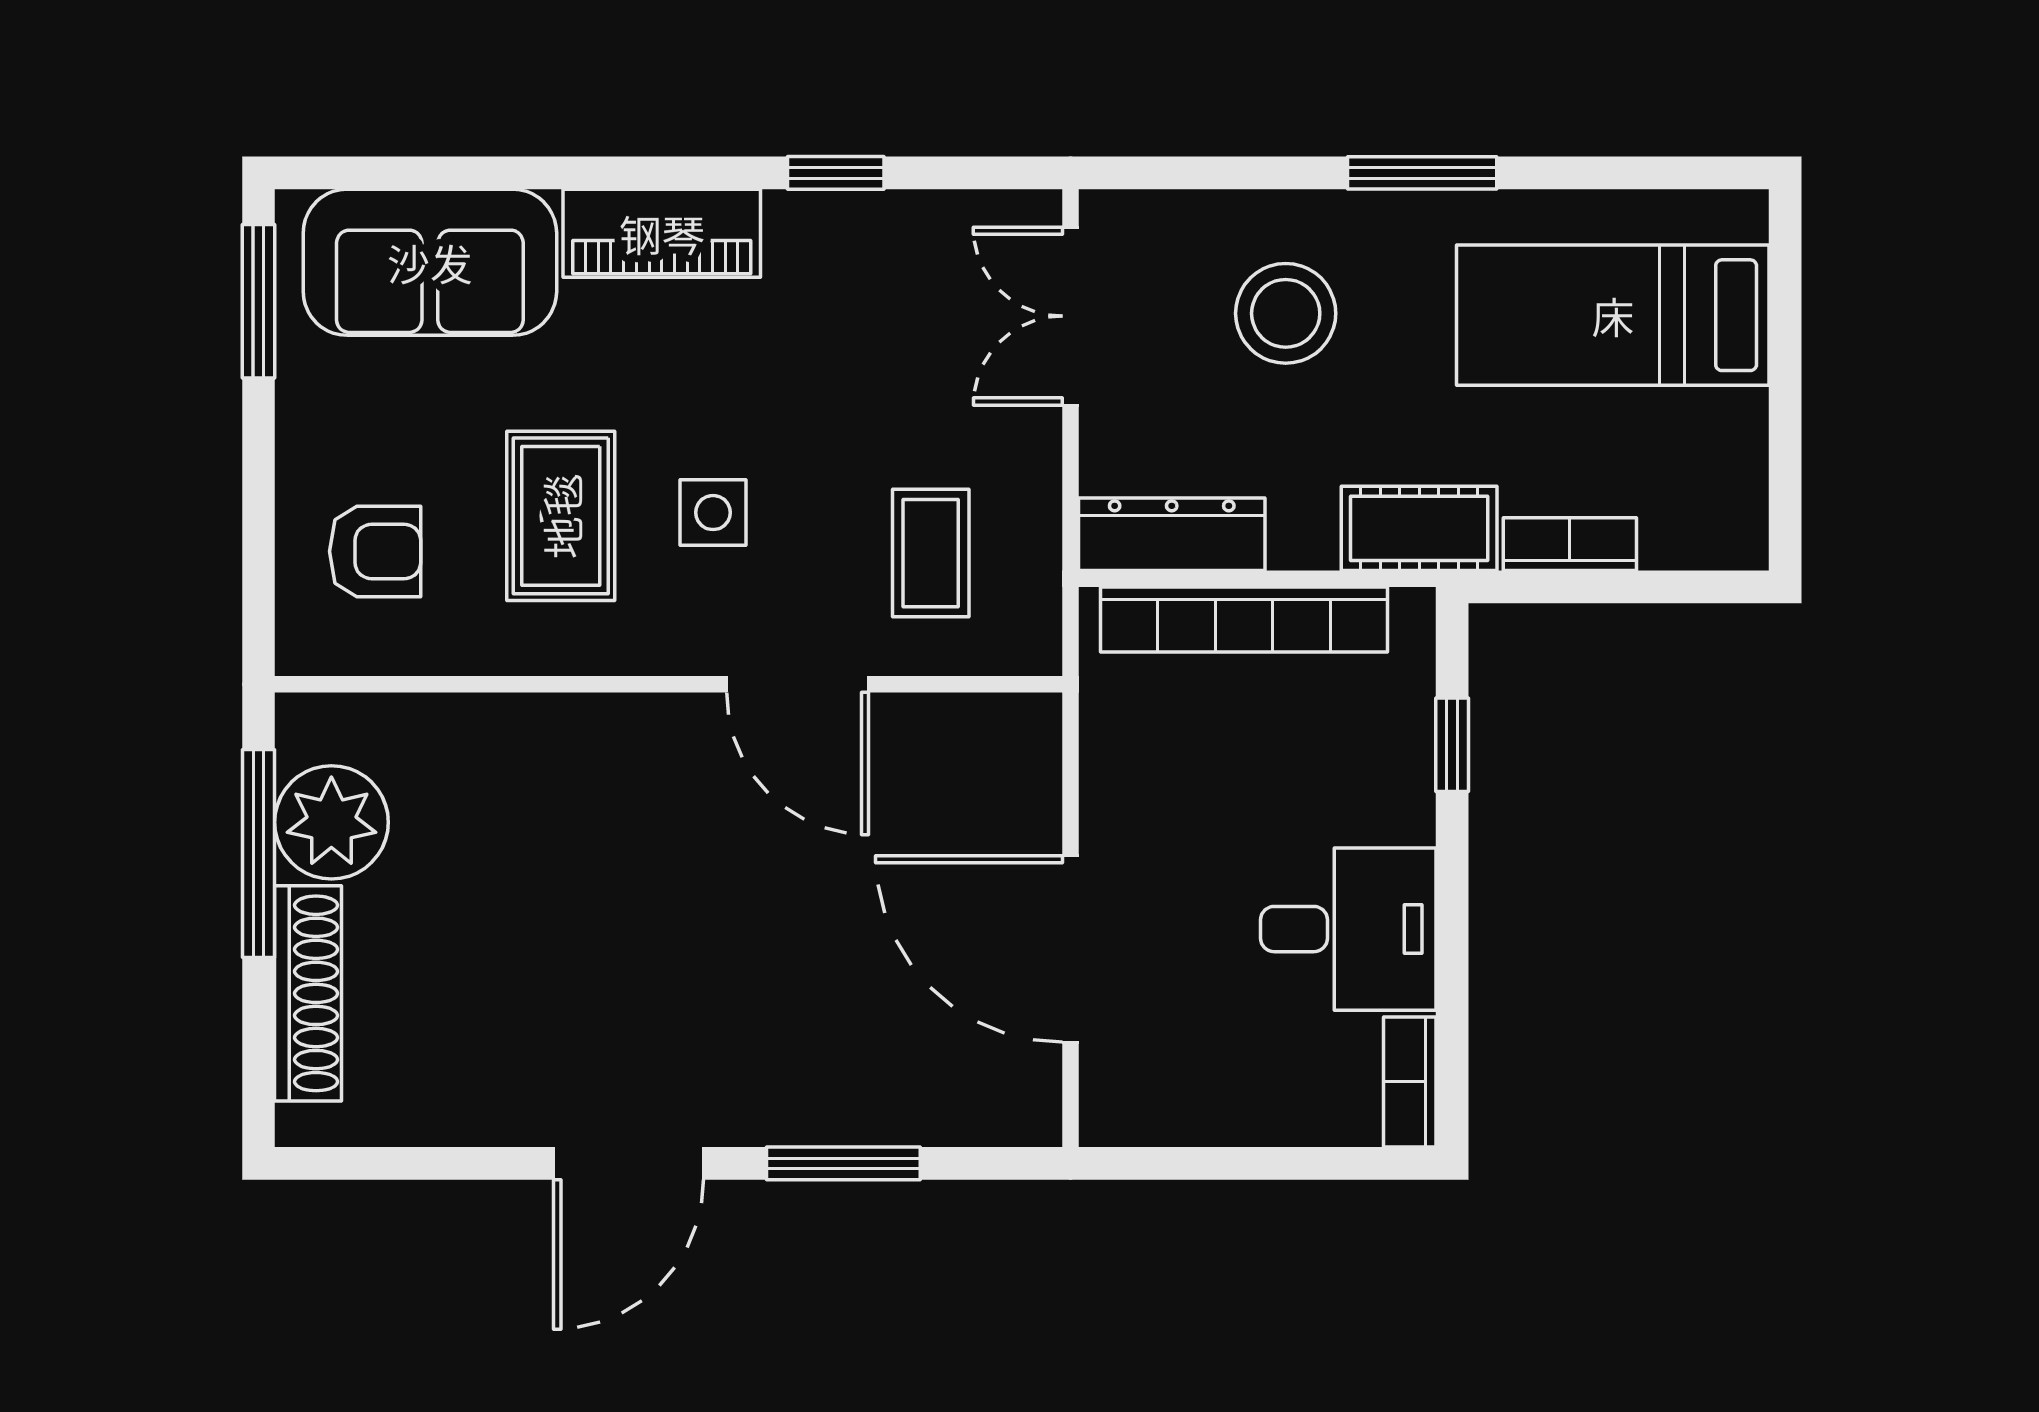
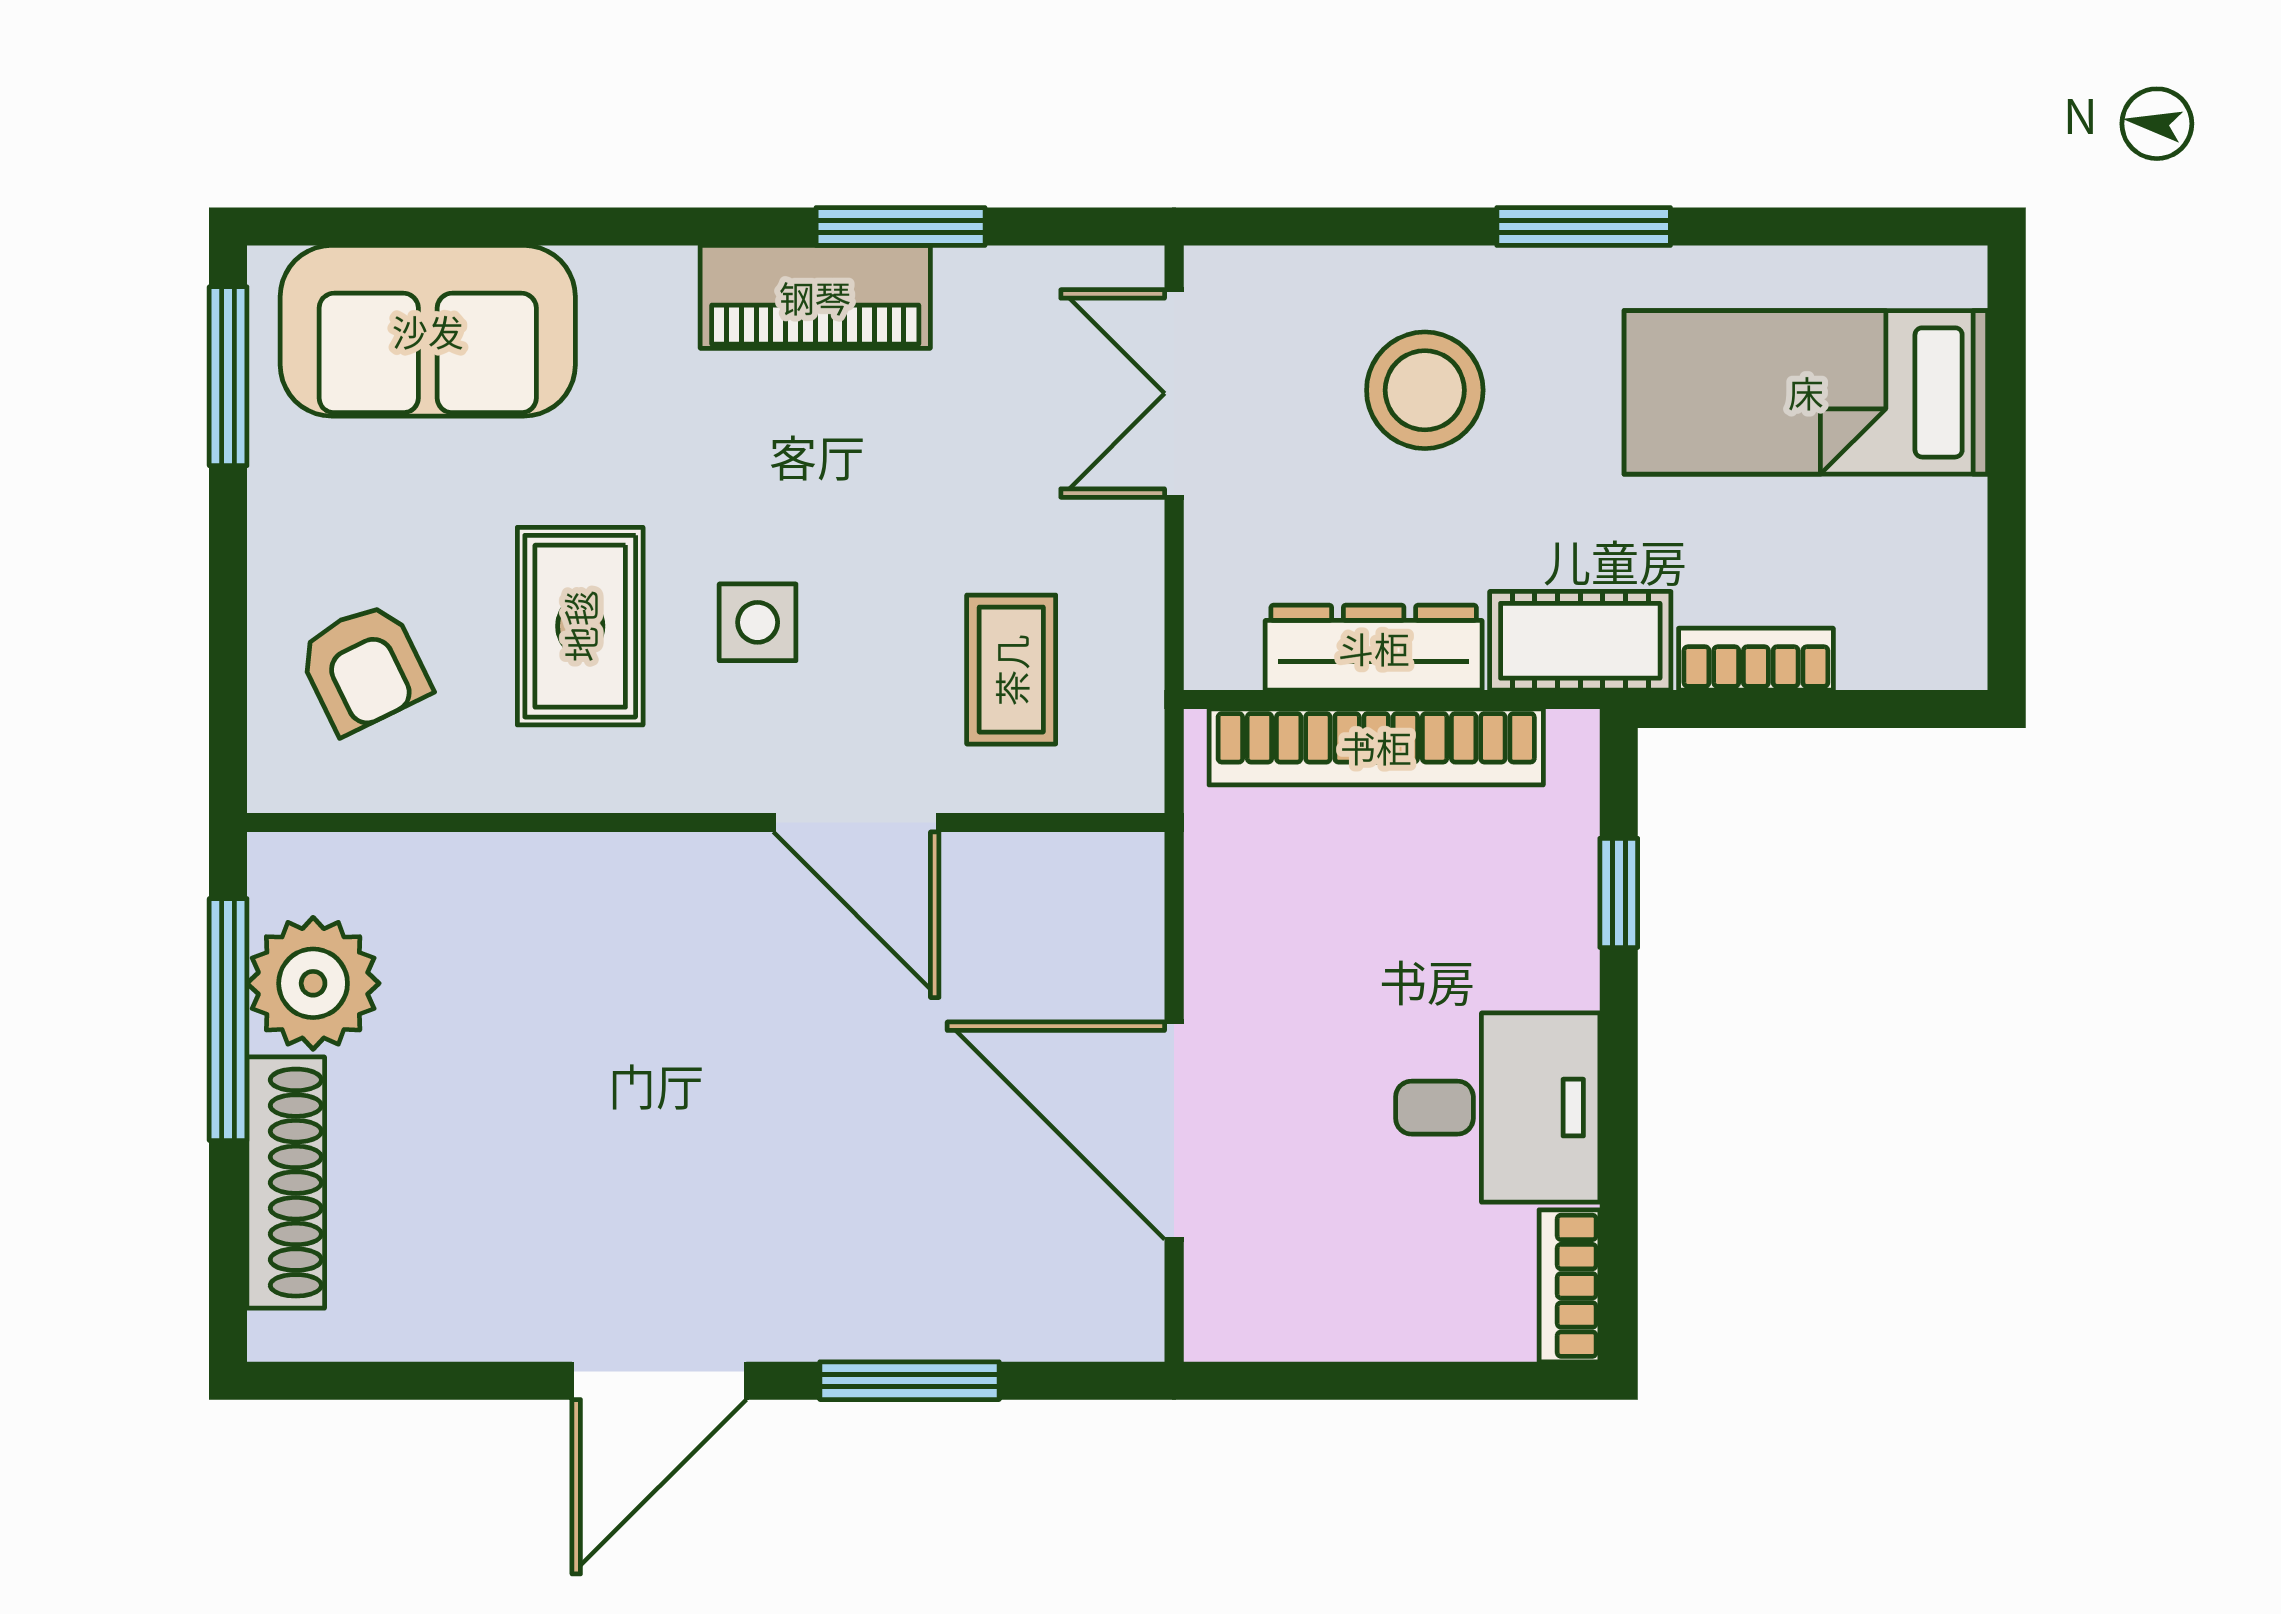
window: (836, 173) -> (901, 227), width x1.50
piano: (662, 233) -> (815, 297), moved
dresser: (1172, 534) -> (1374, 648), moved
armchair: (375, 551) -> (364, 668), turned 64

